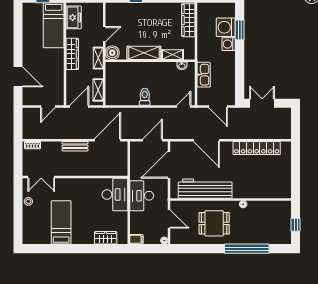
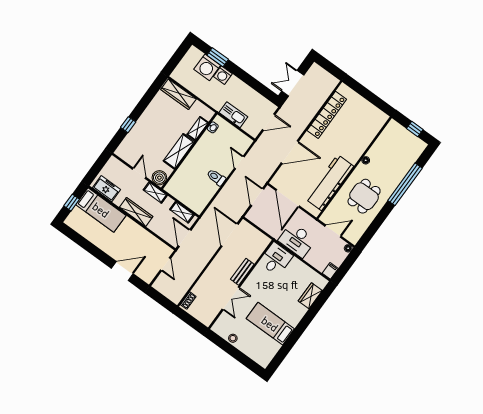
door: (184, 107) -> (239, 162), moved
bench: (75, 146) -> (242, 272), moved
double door: (41, 177) -> (231, 298), moved
desk: (115, 195) -> (276, 259), width x0.73

